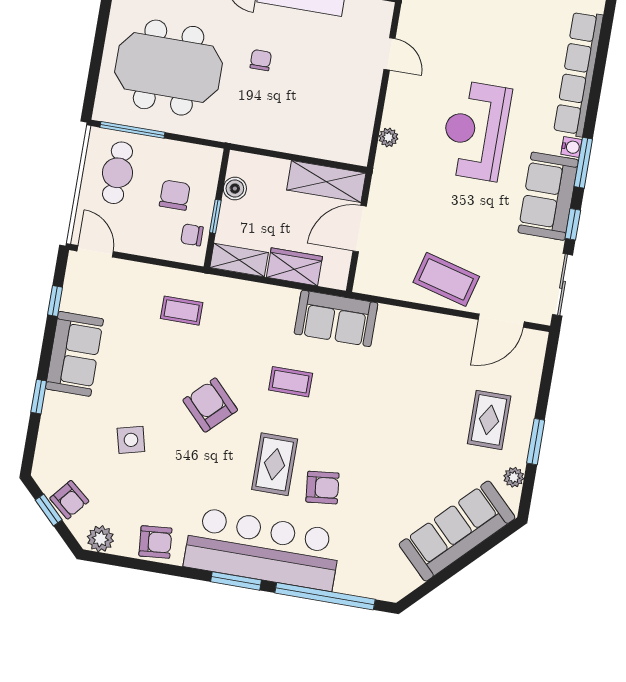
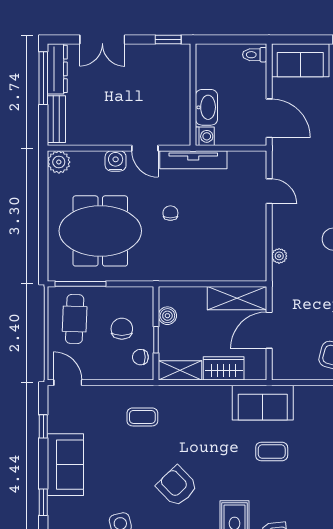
coffee table: (291, 382) -> (272, 451), moved

